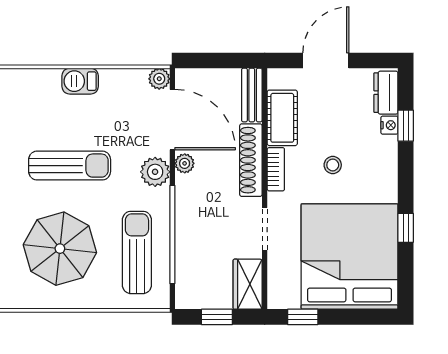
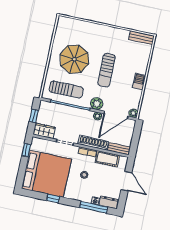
window: (406, 126) -> (94, 207), width x2.17

